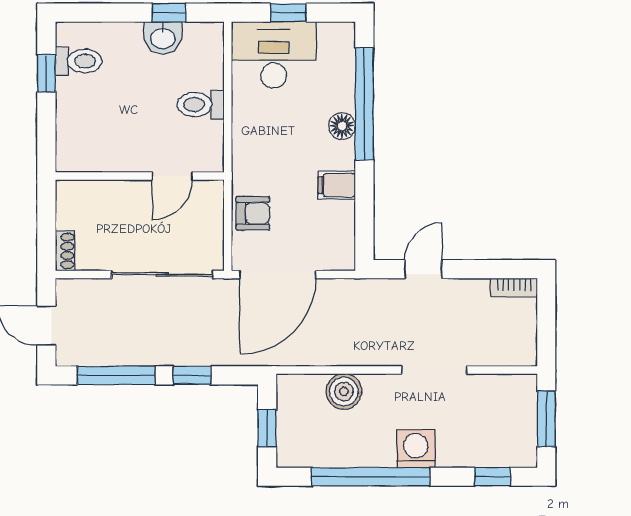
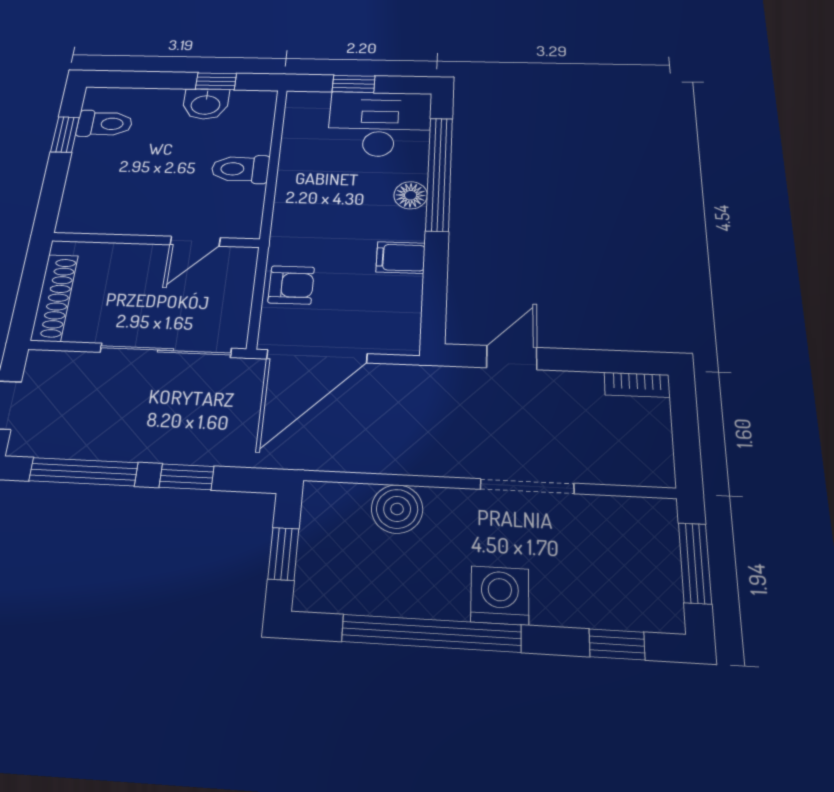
desk: (274, 55) -> (379, 124), moved
shoe rack: (65, 251) -> (54, 298), width x1.94, depth x1.24

